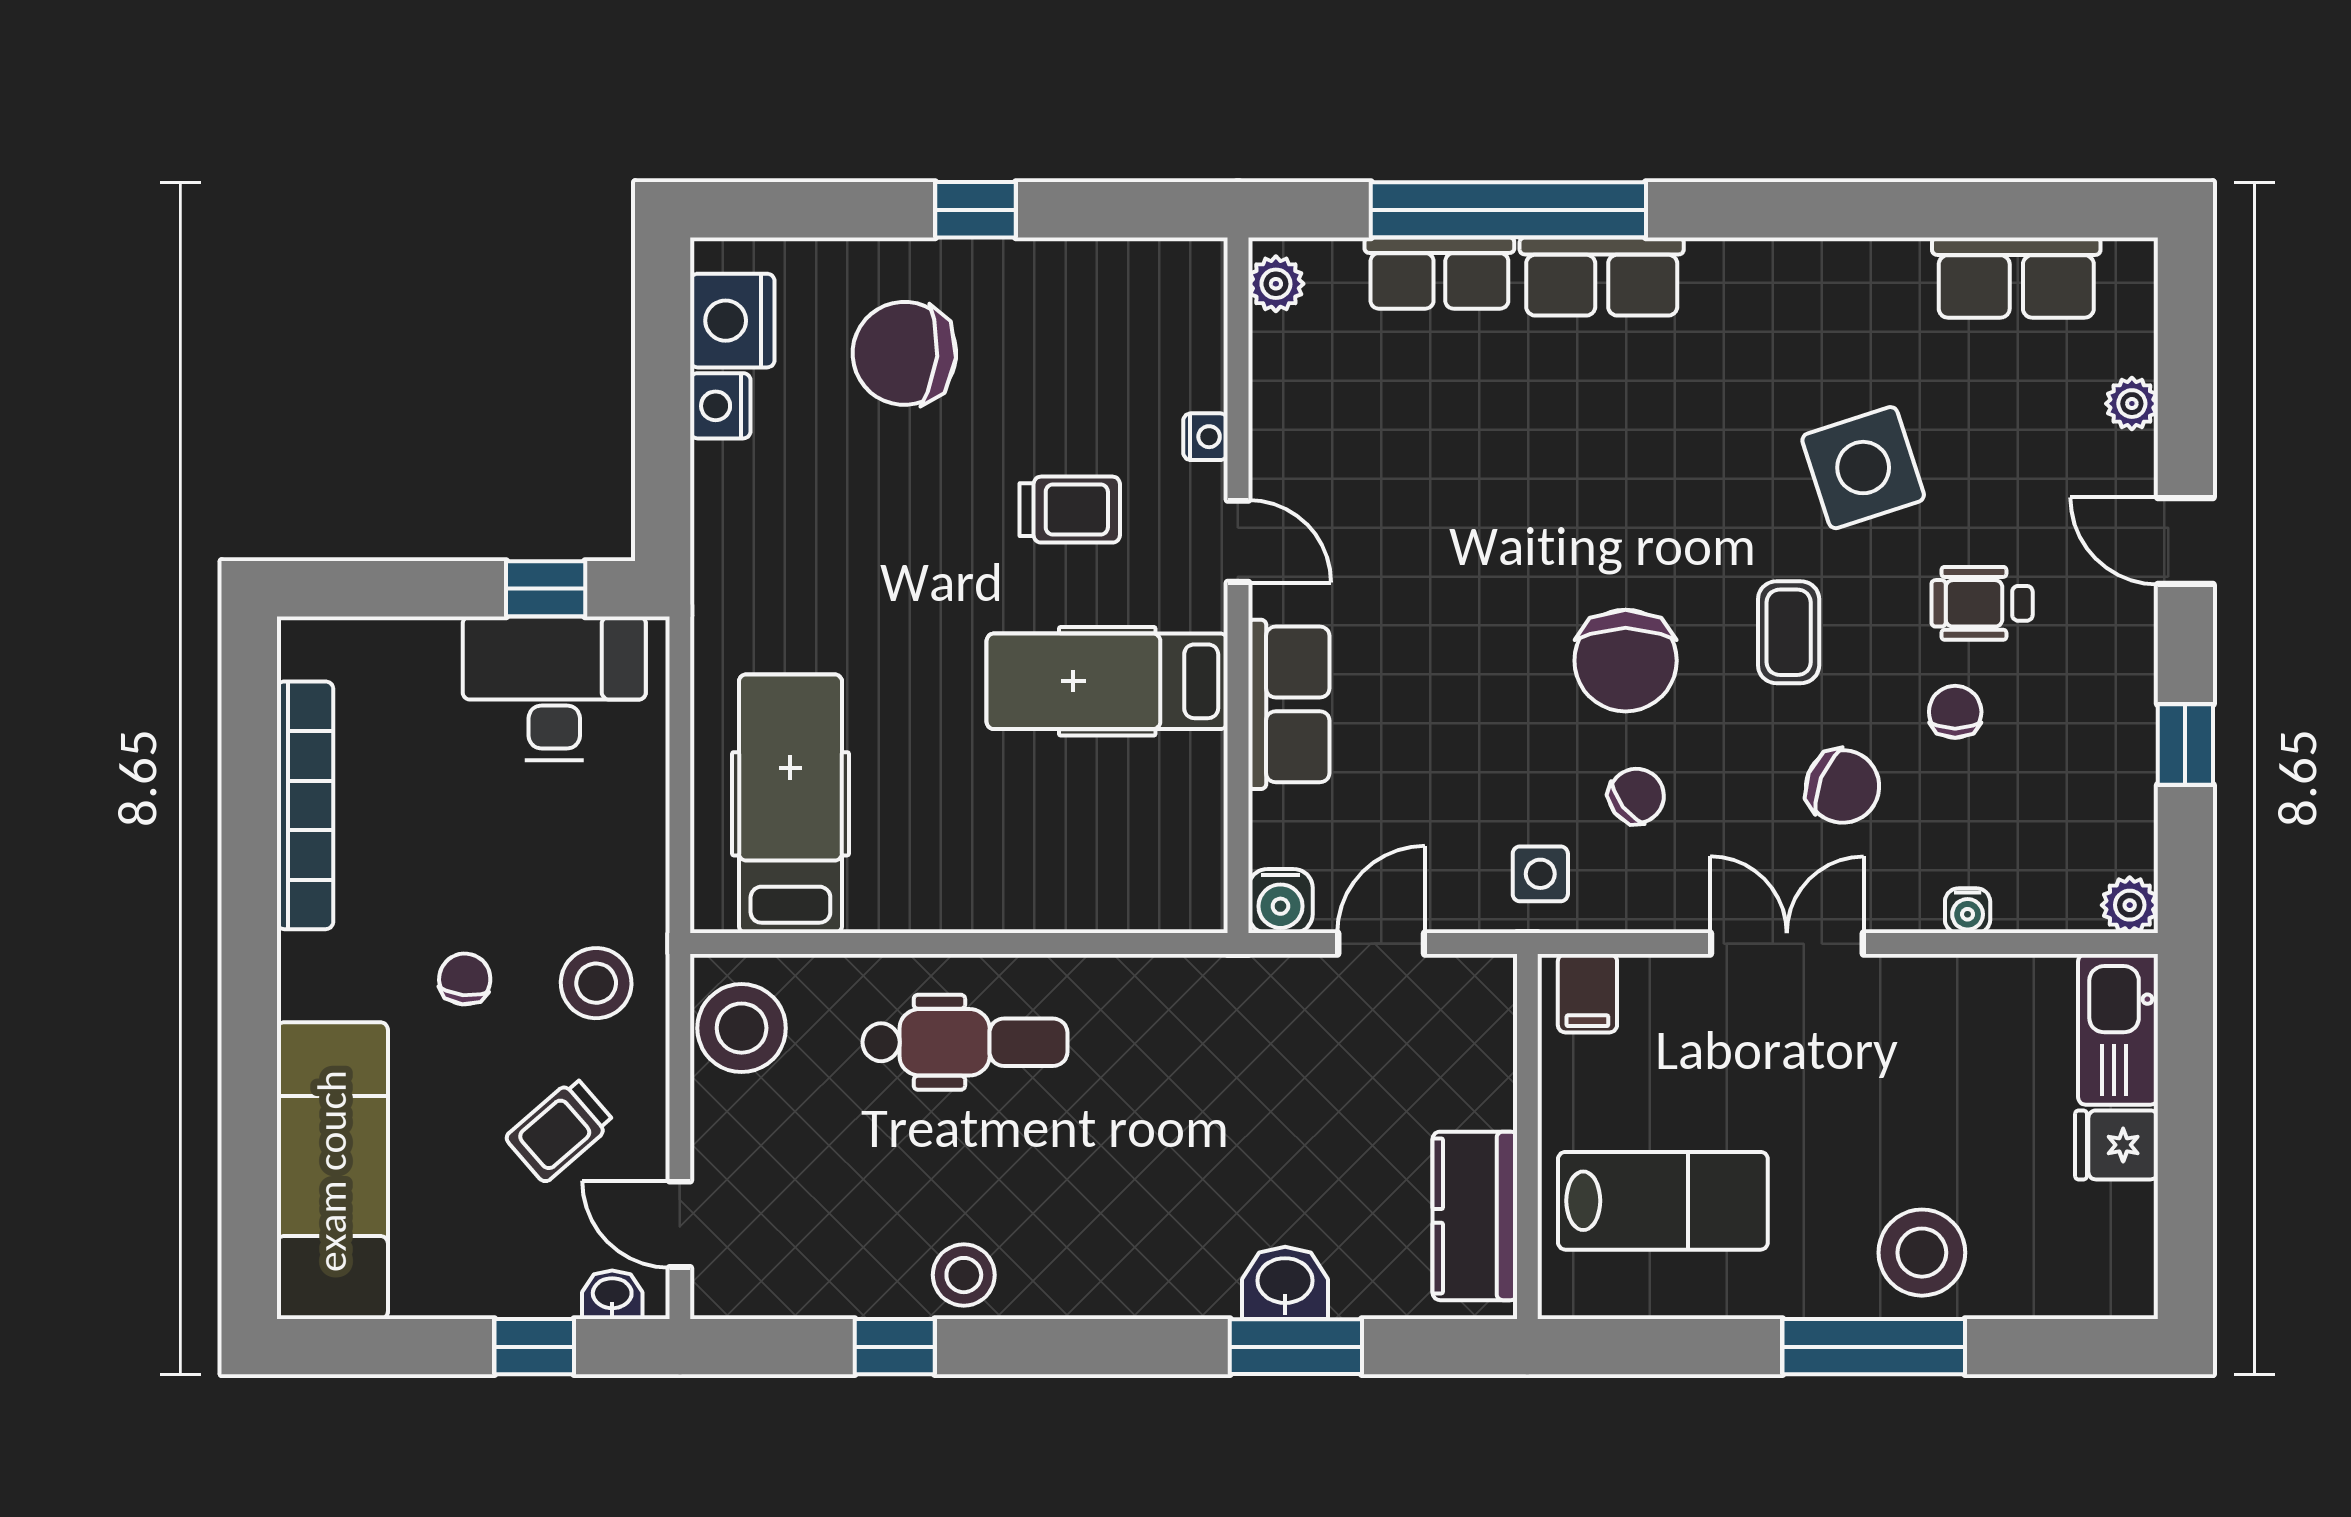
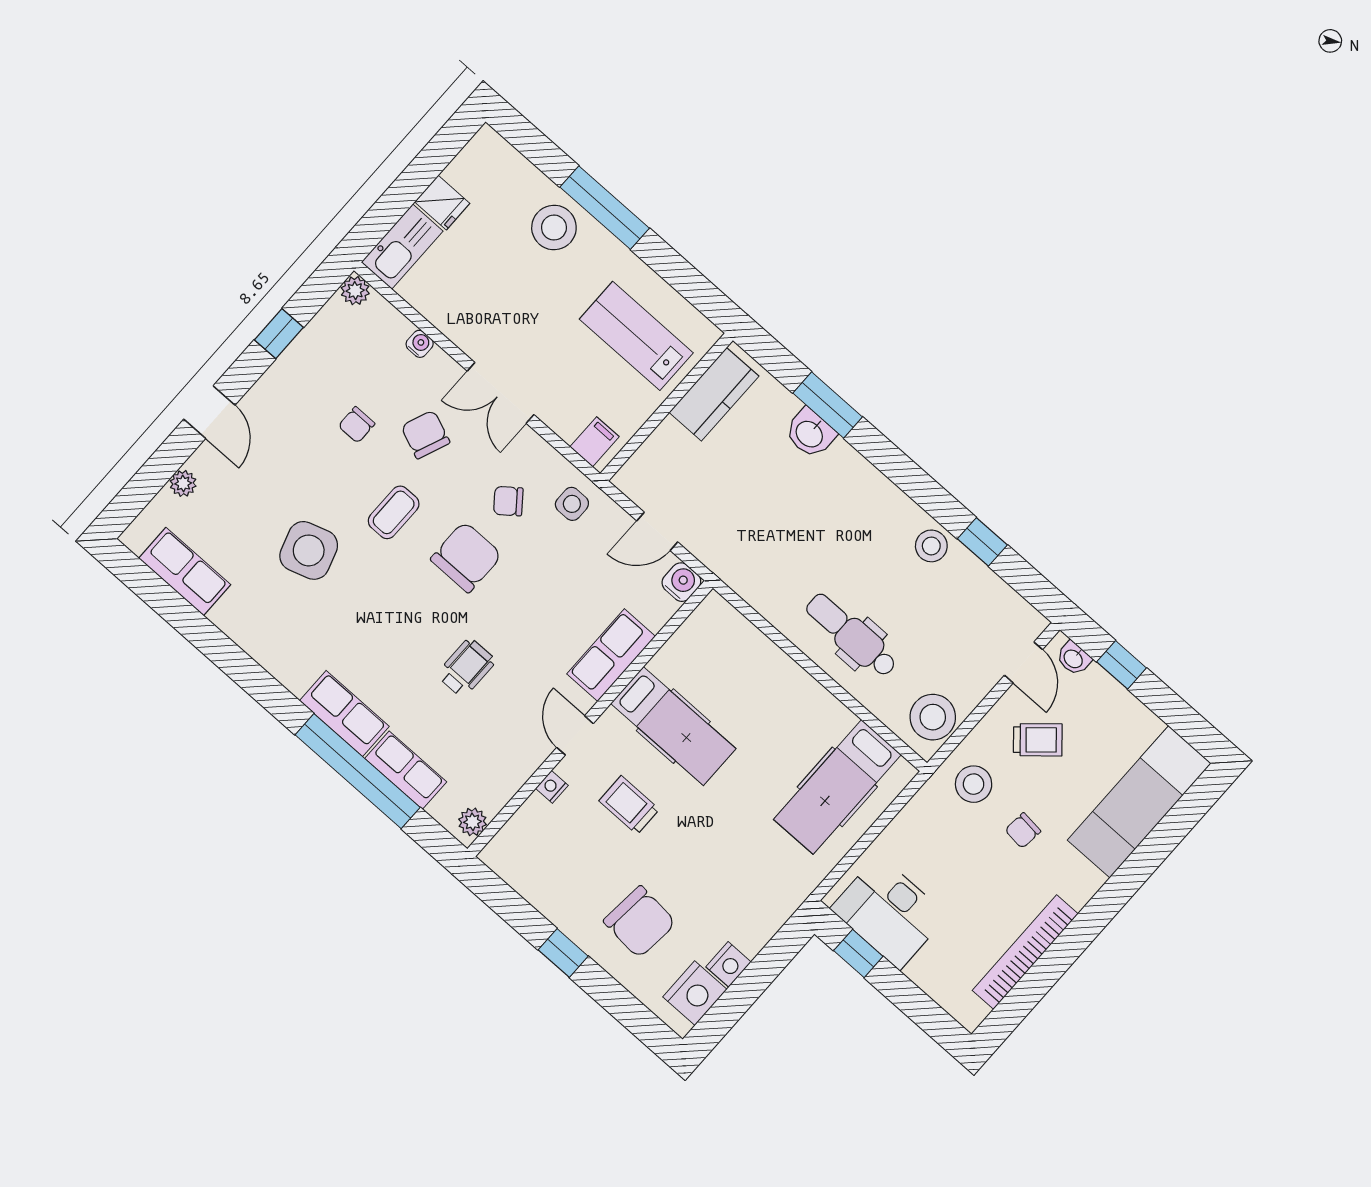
wheelchair: (1982, 603) -> (466, 668), moved, turned -90

